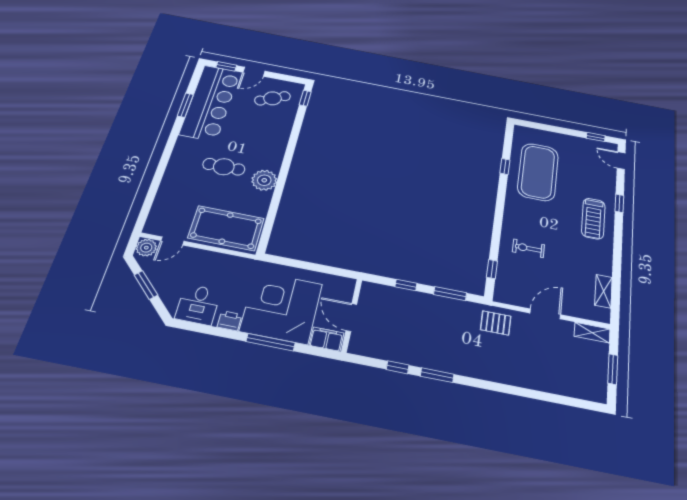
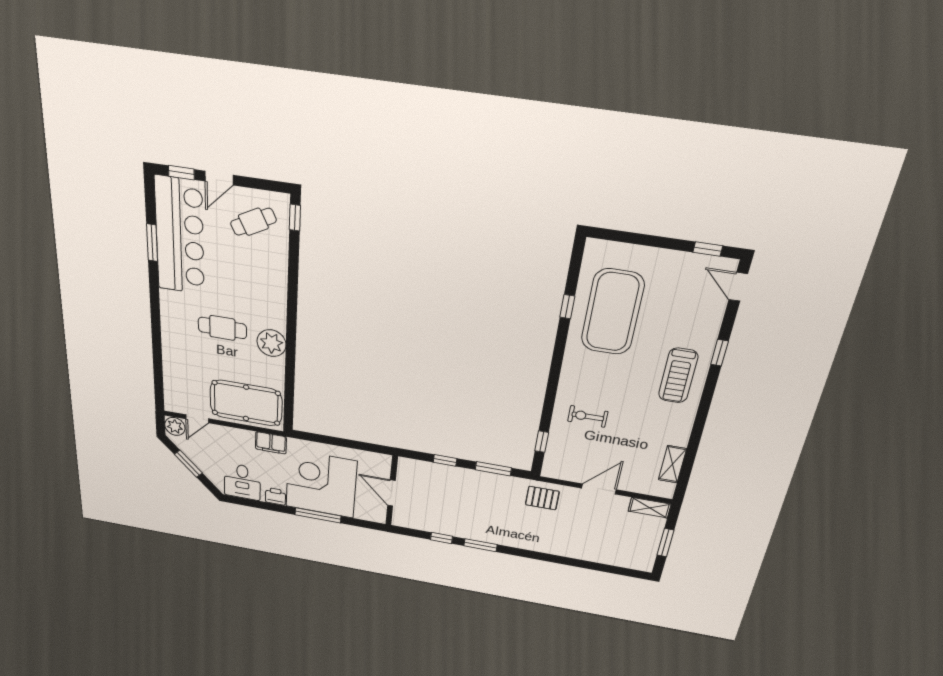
filing cabinet: (327, 339) -> (271, 443), moved, turned 180

